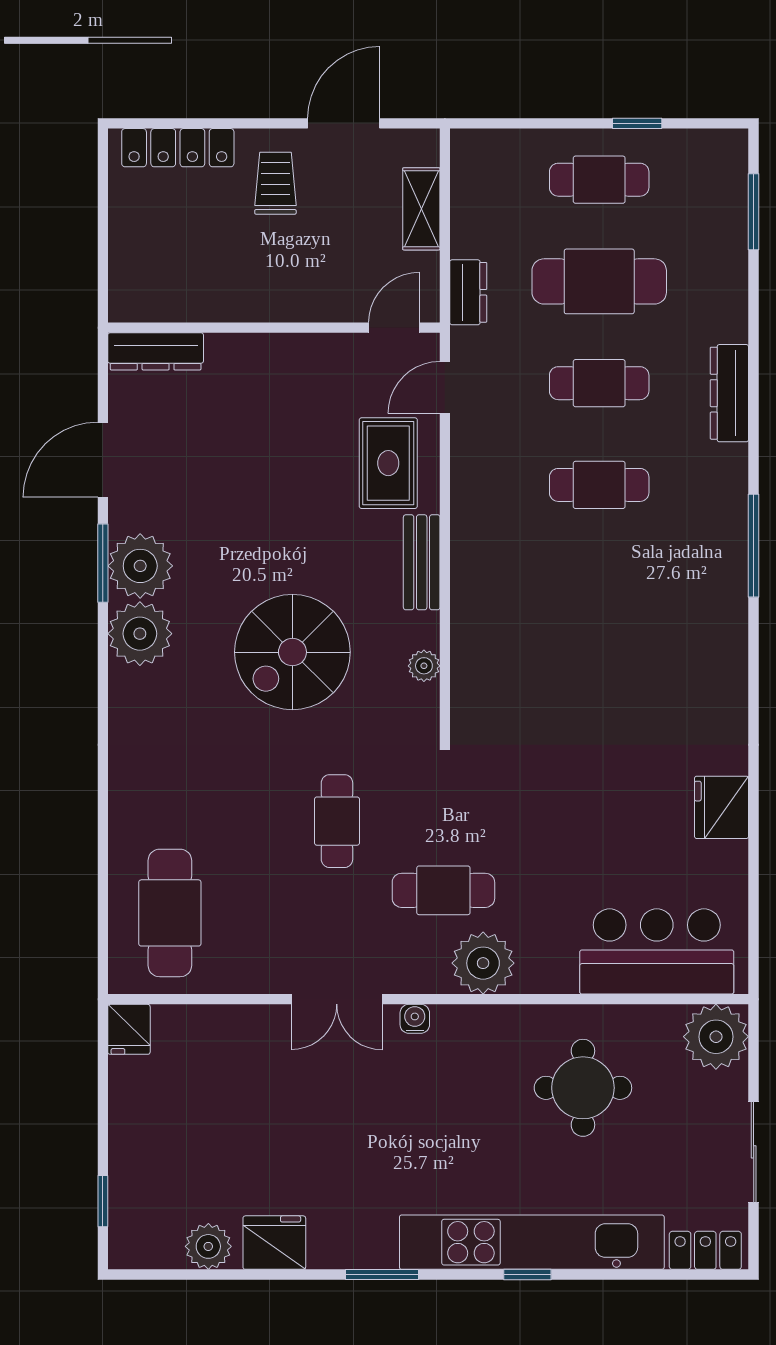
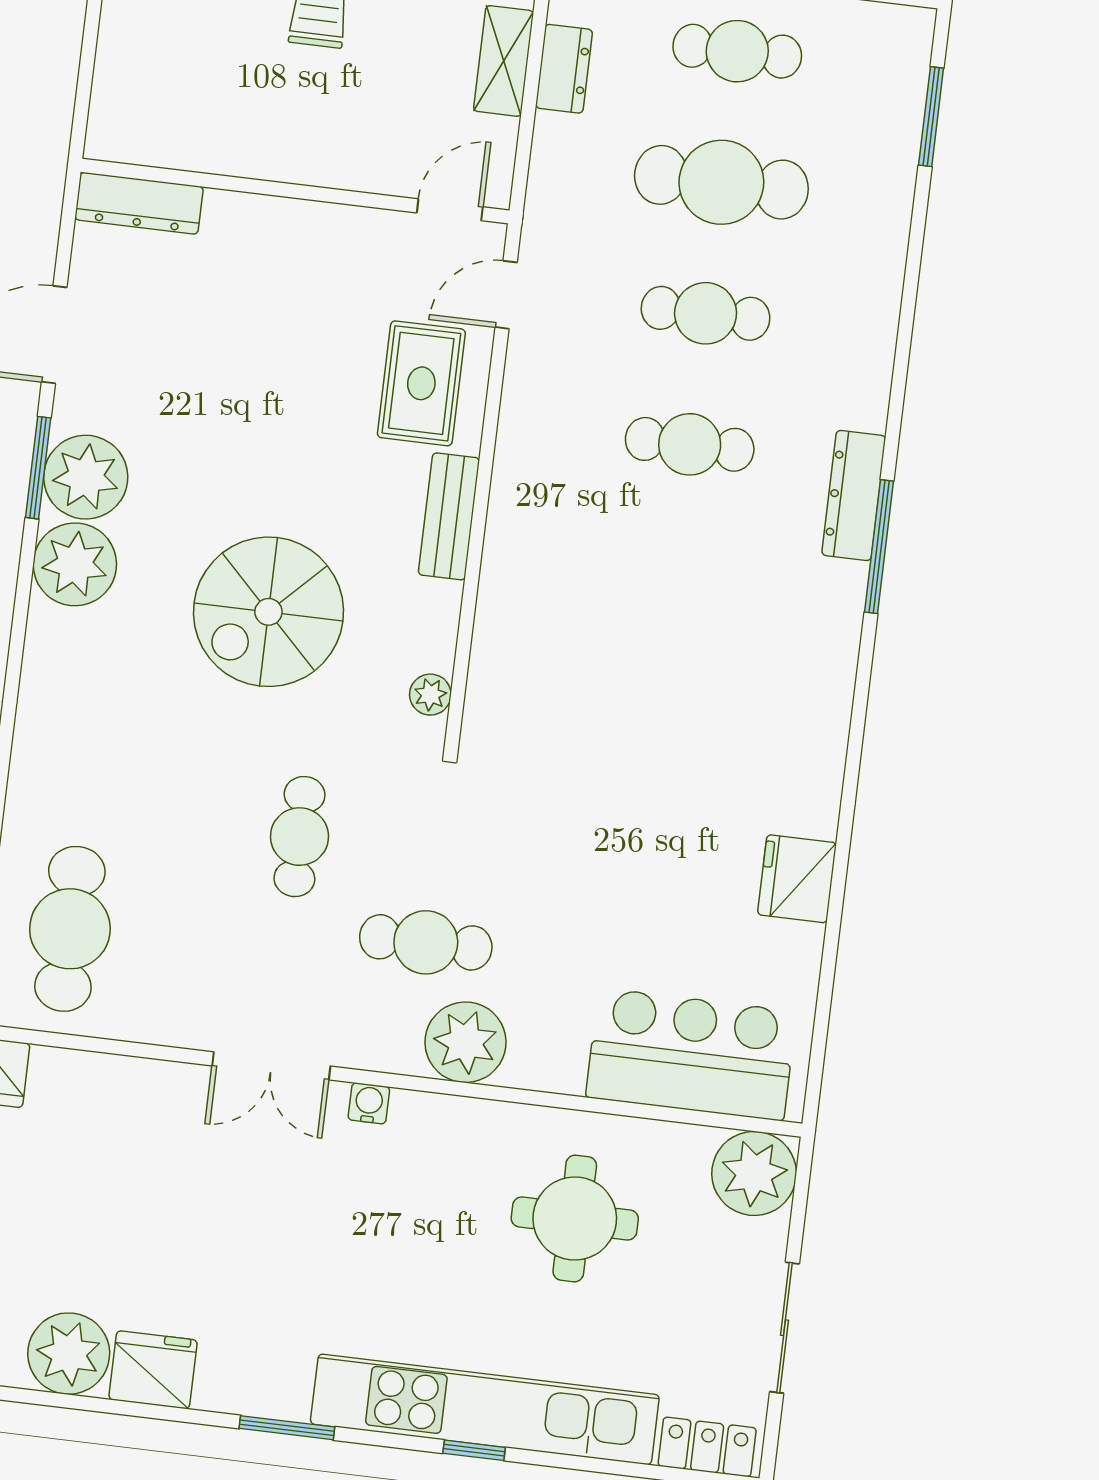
dresser: (468, 292) -> (564, 69), moved
dresser: (729, 393) -> (854, 495), moved
plant: (424, 666) -> (430, 695), moved
plant: (208, 1246) -> (69, 1354), width x1.36, depth x1.36

